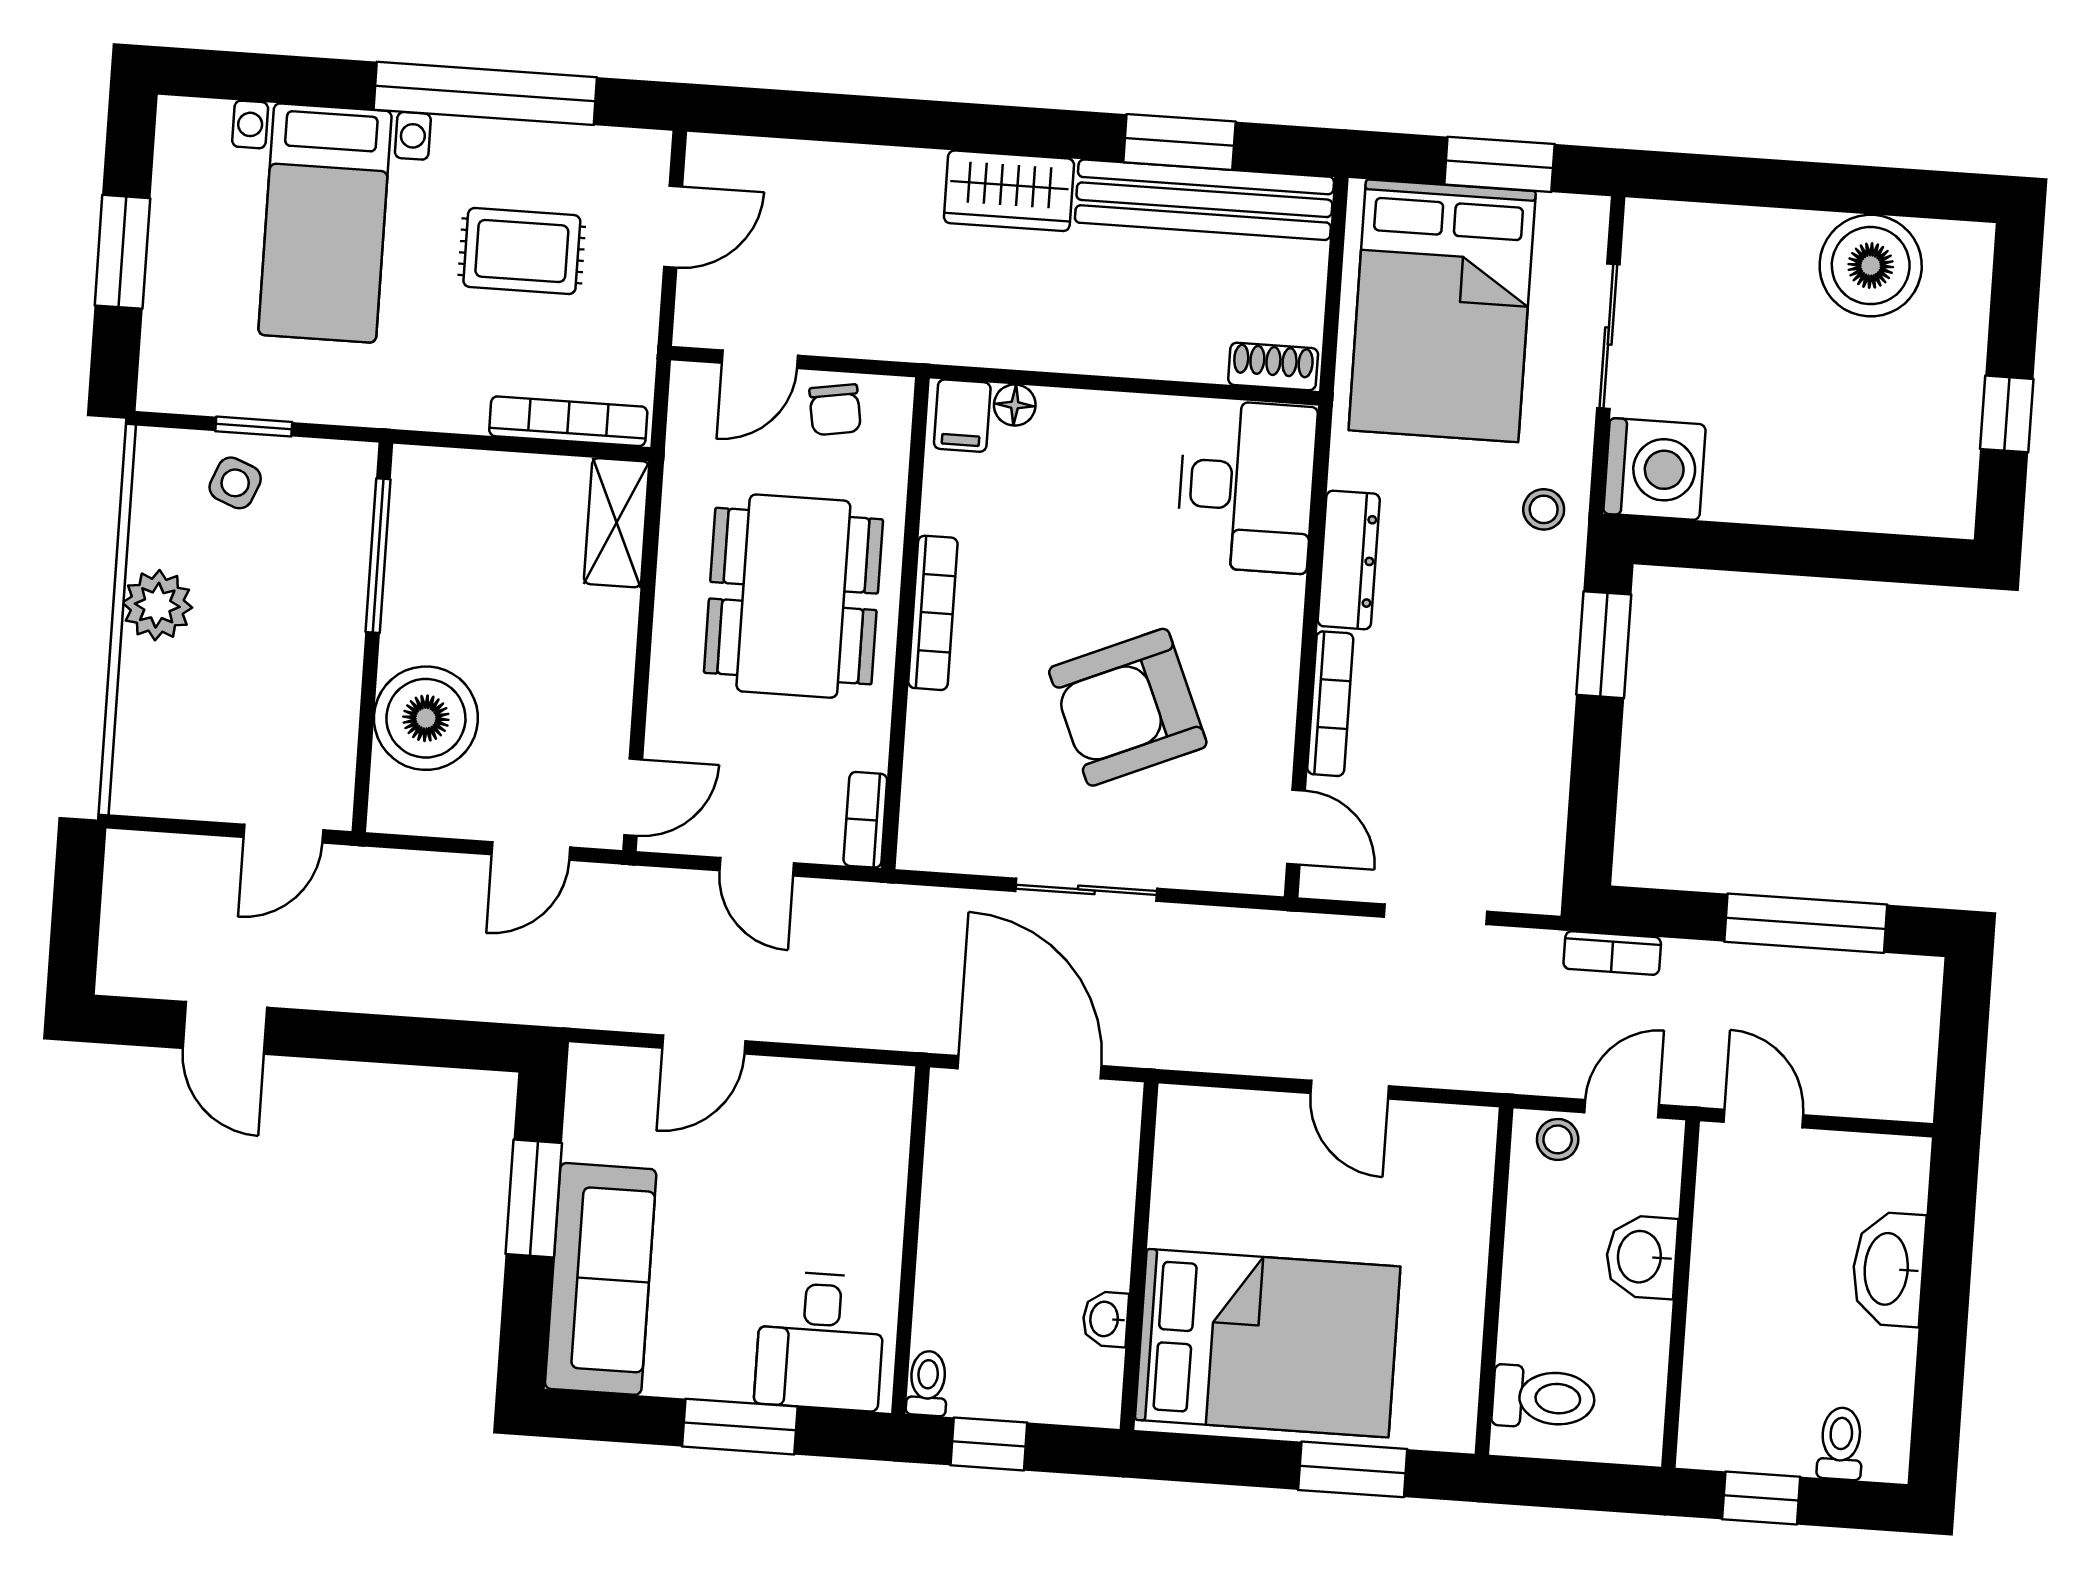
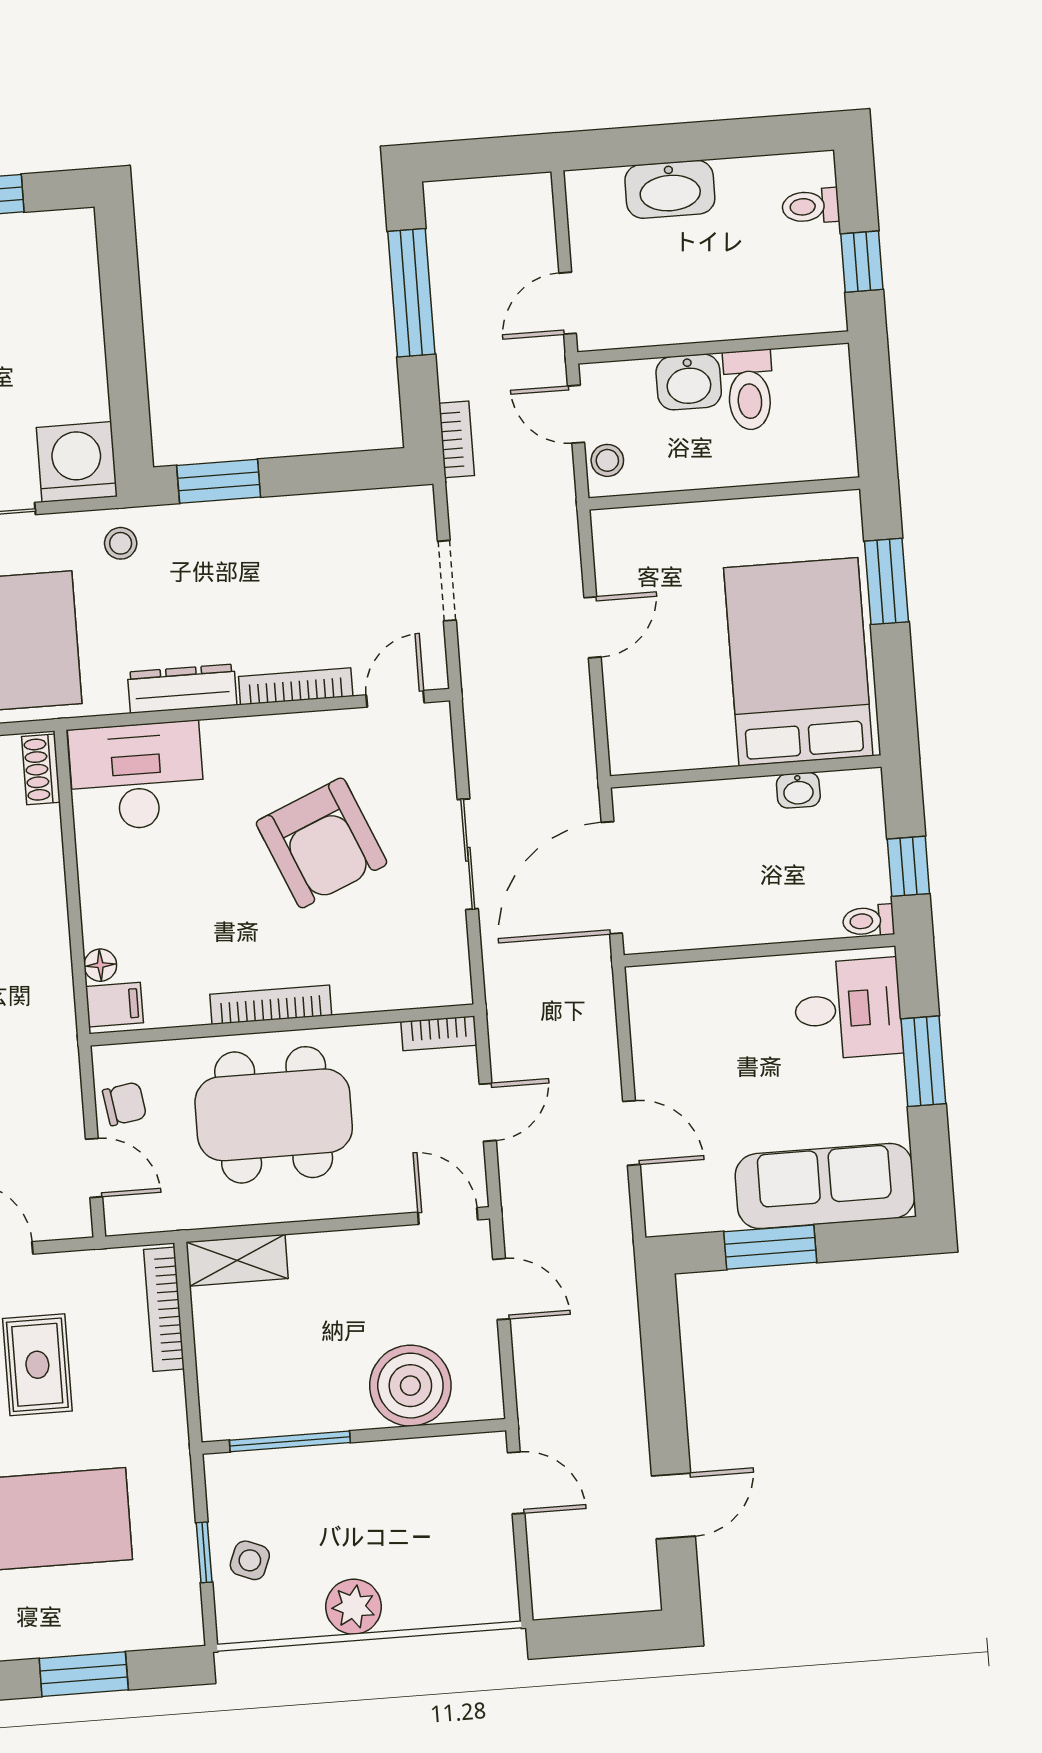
toilet: (1544, 1398) -> (749, 390), moved, turned 180

